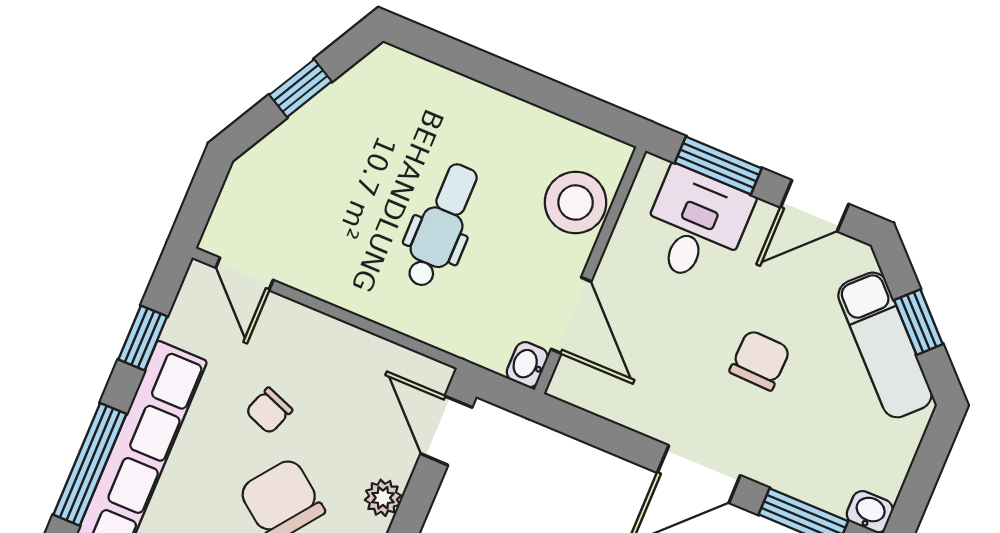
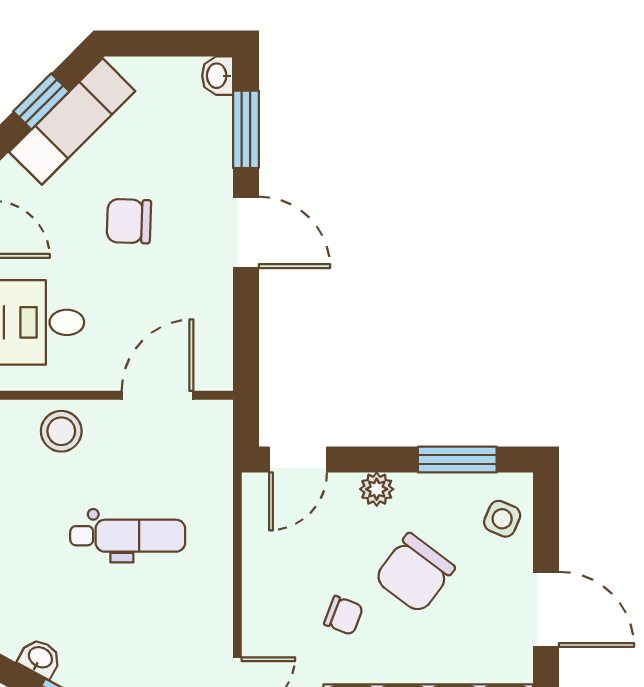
stool: (576, 203) -> (61, 431), width x0.73, depth x0.73
dental chair: (441, 226) -> (128, 536), turned 180
washbasin: (527, 365) -> (40, 658), moved, turned -151

